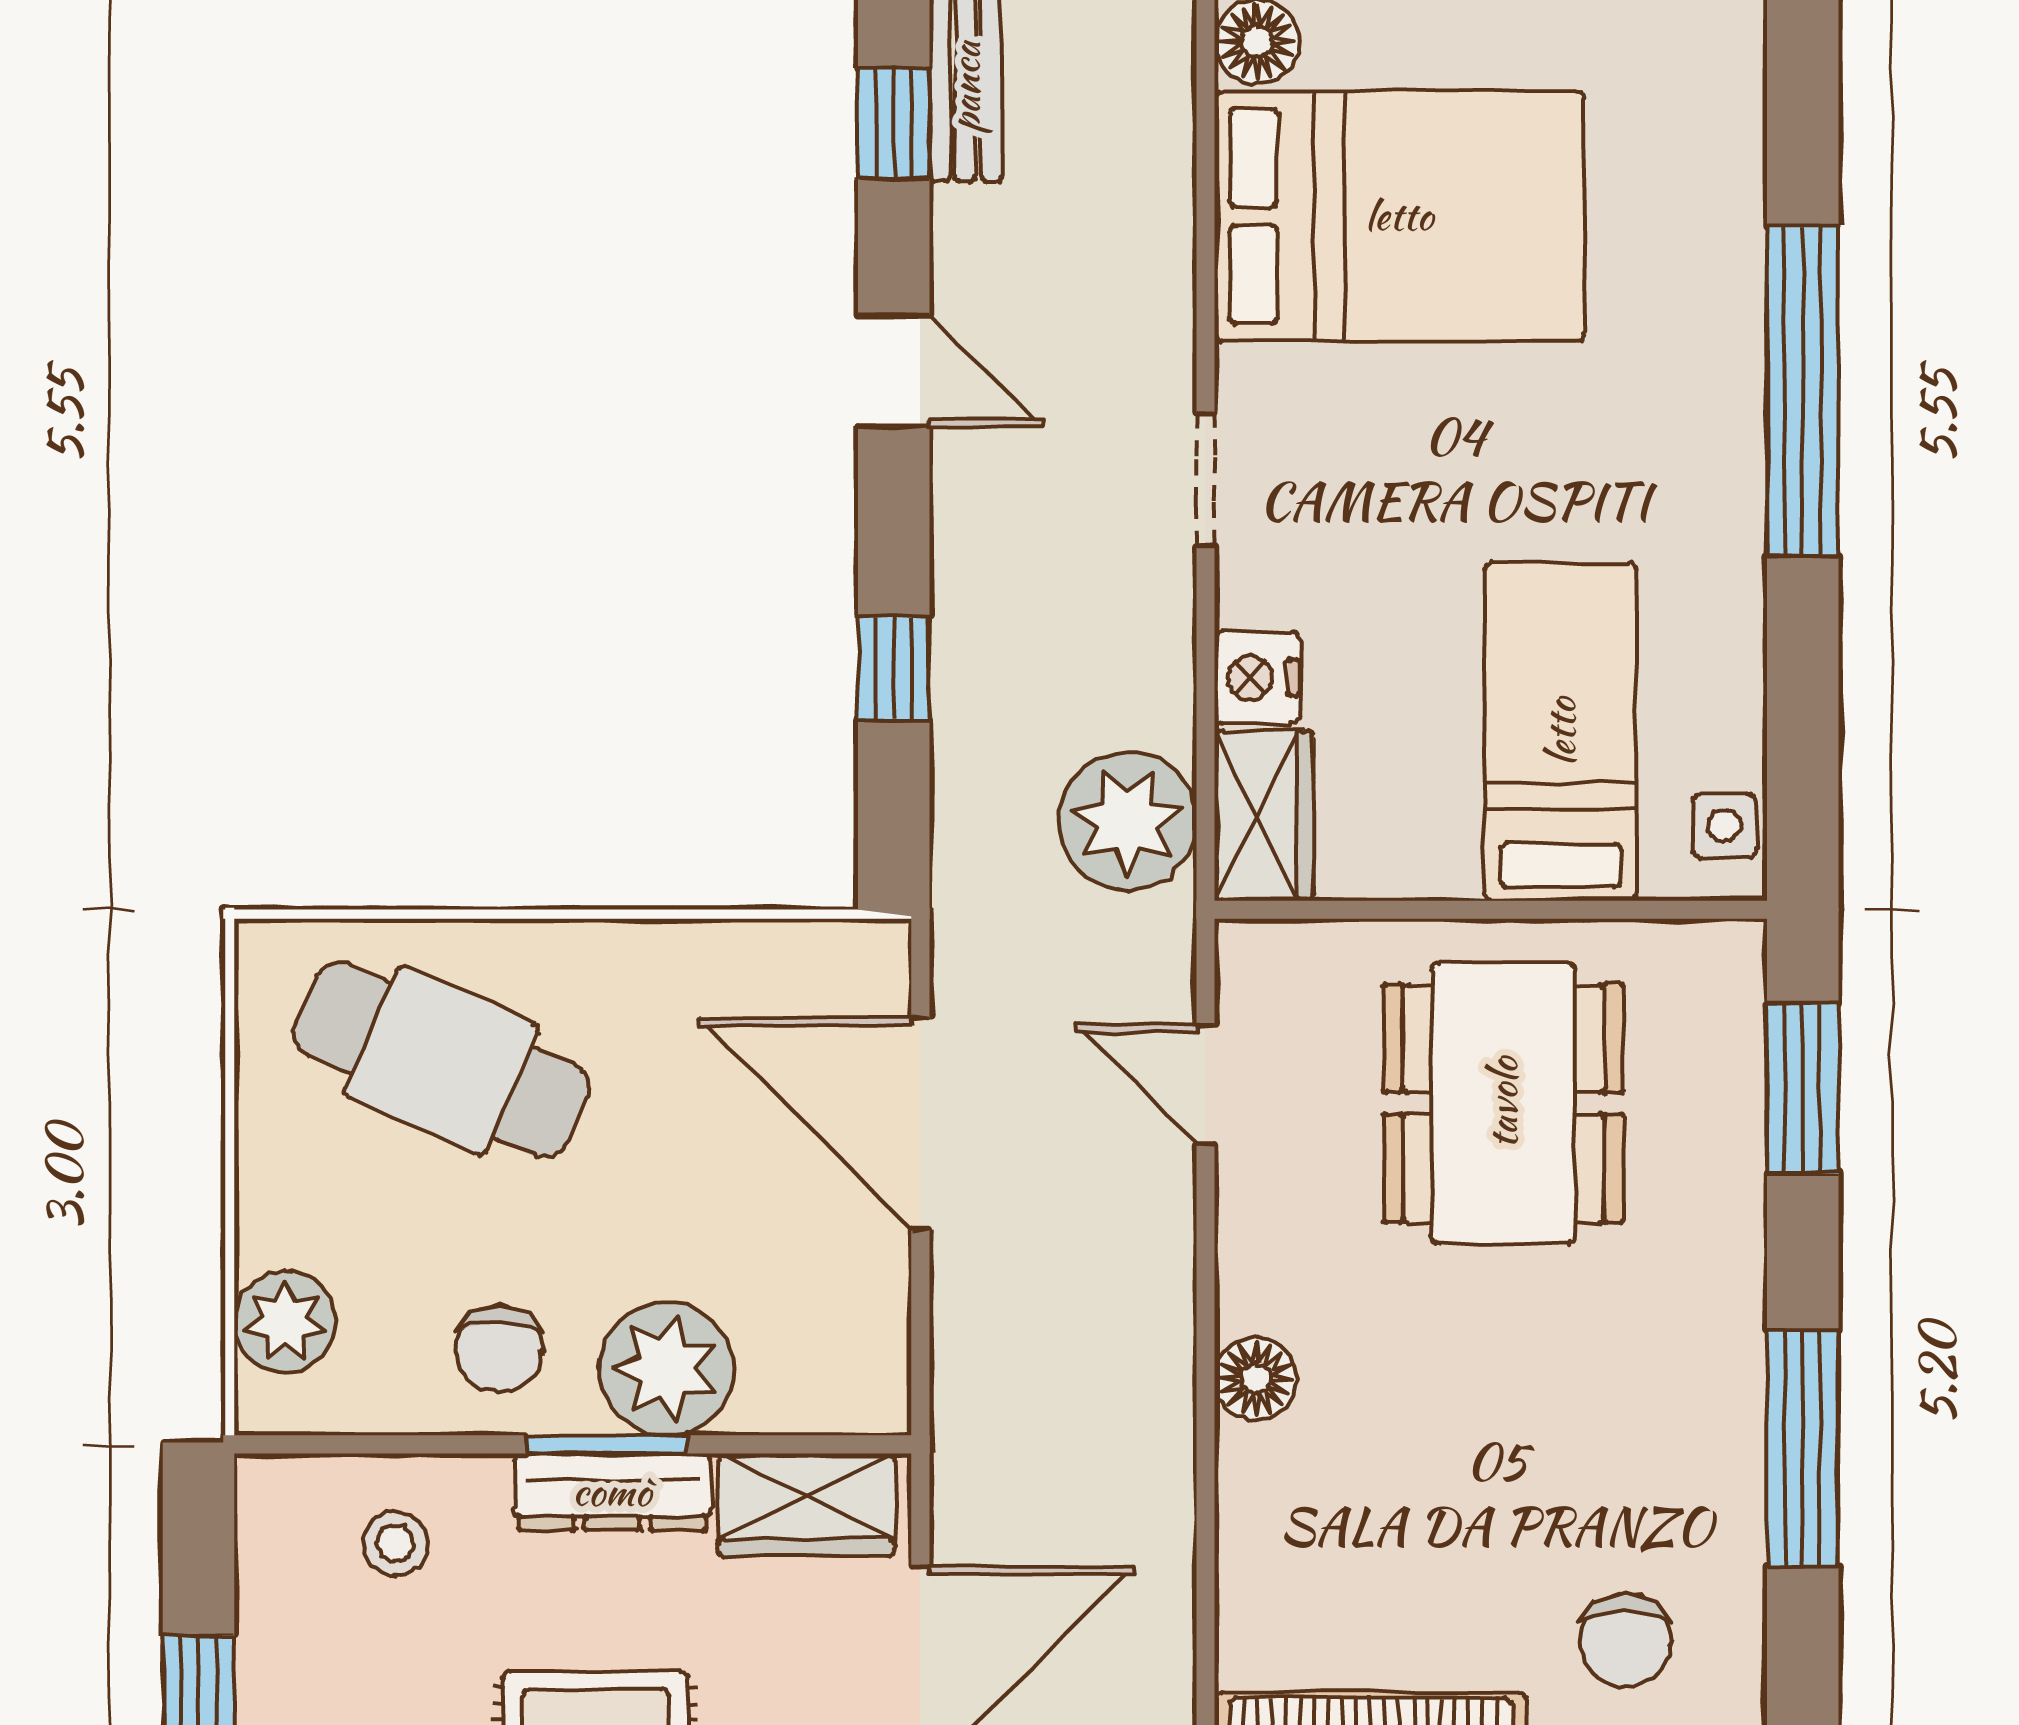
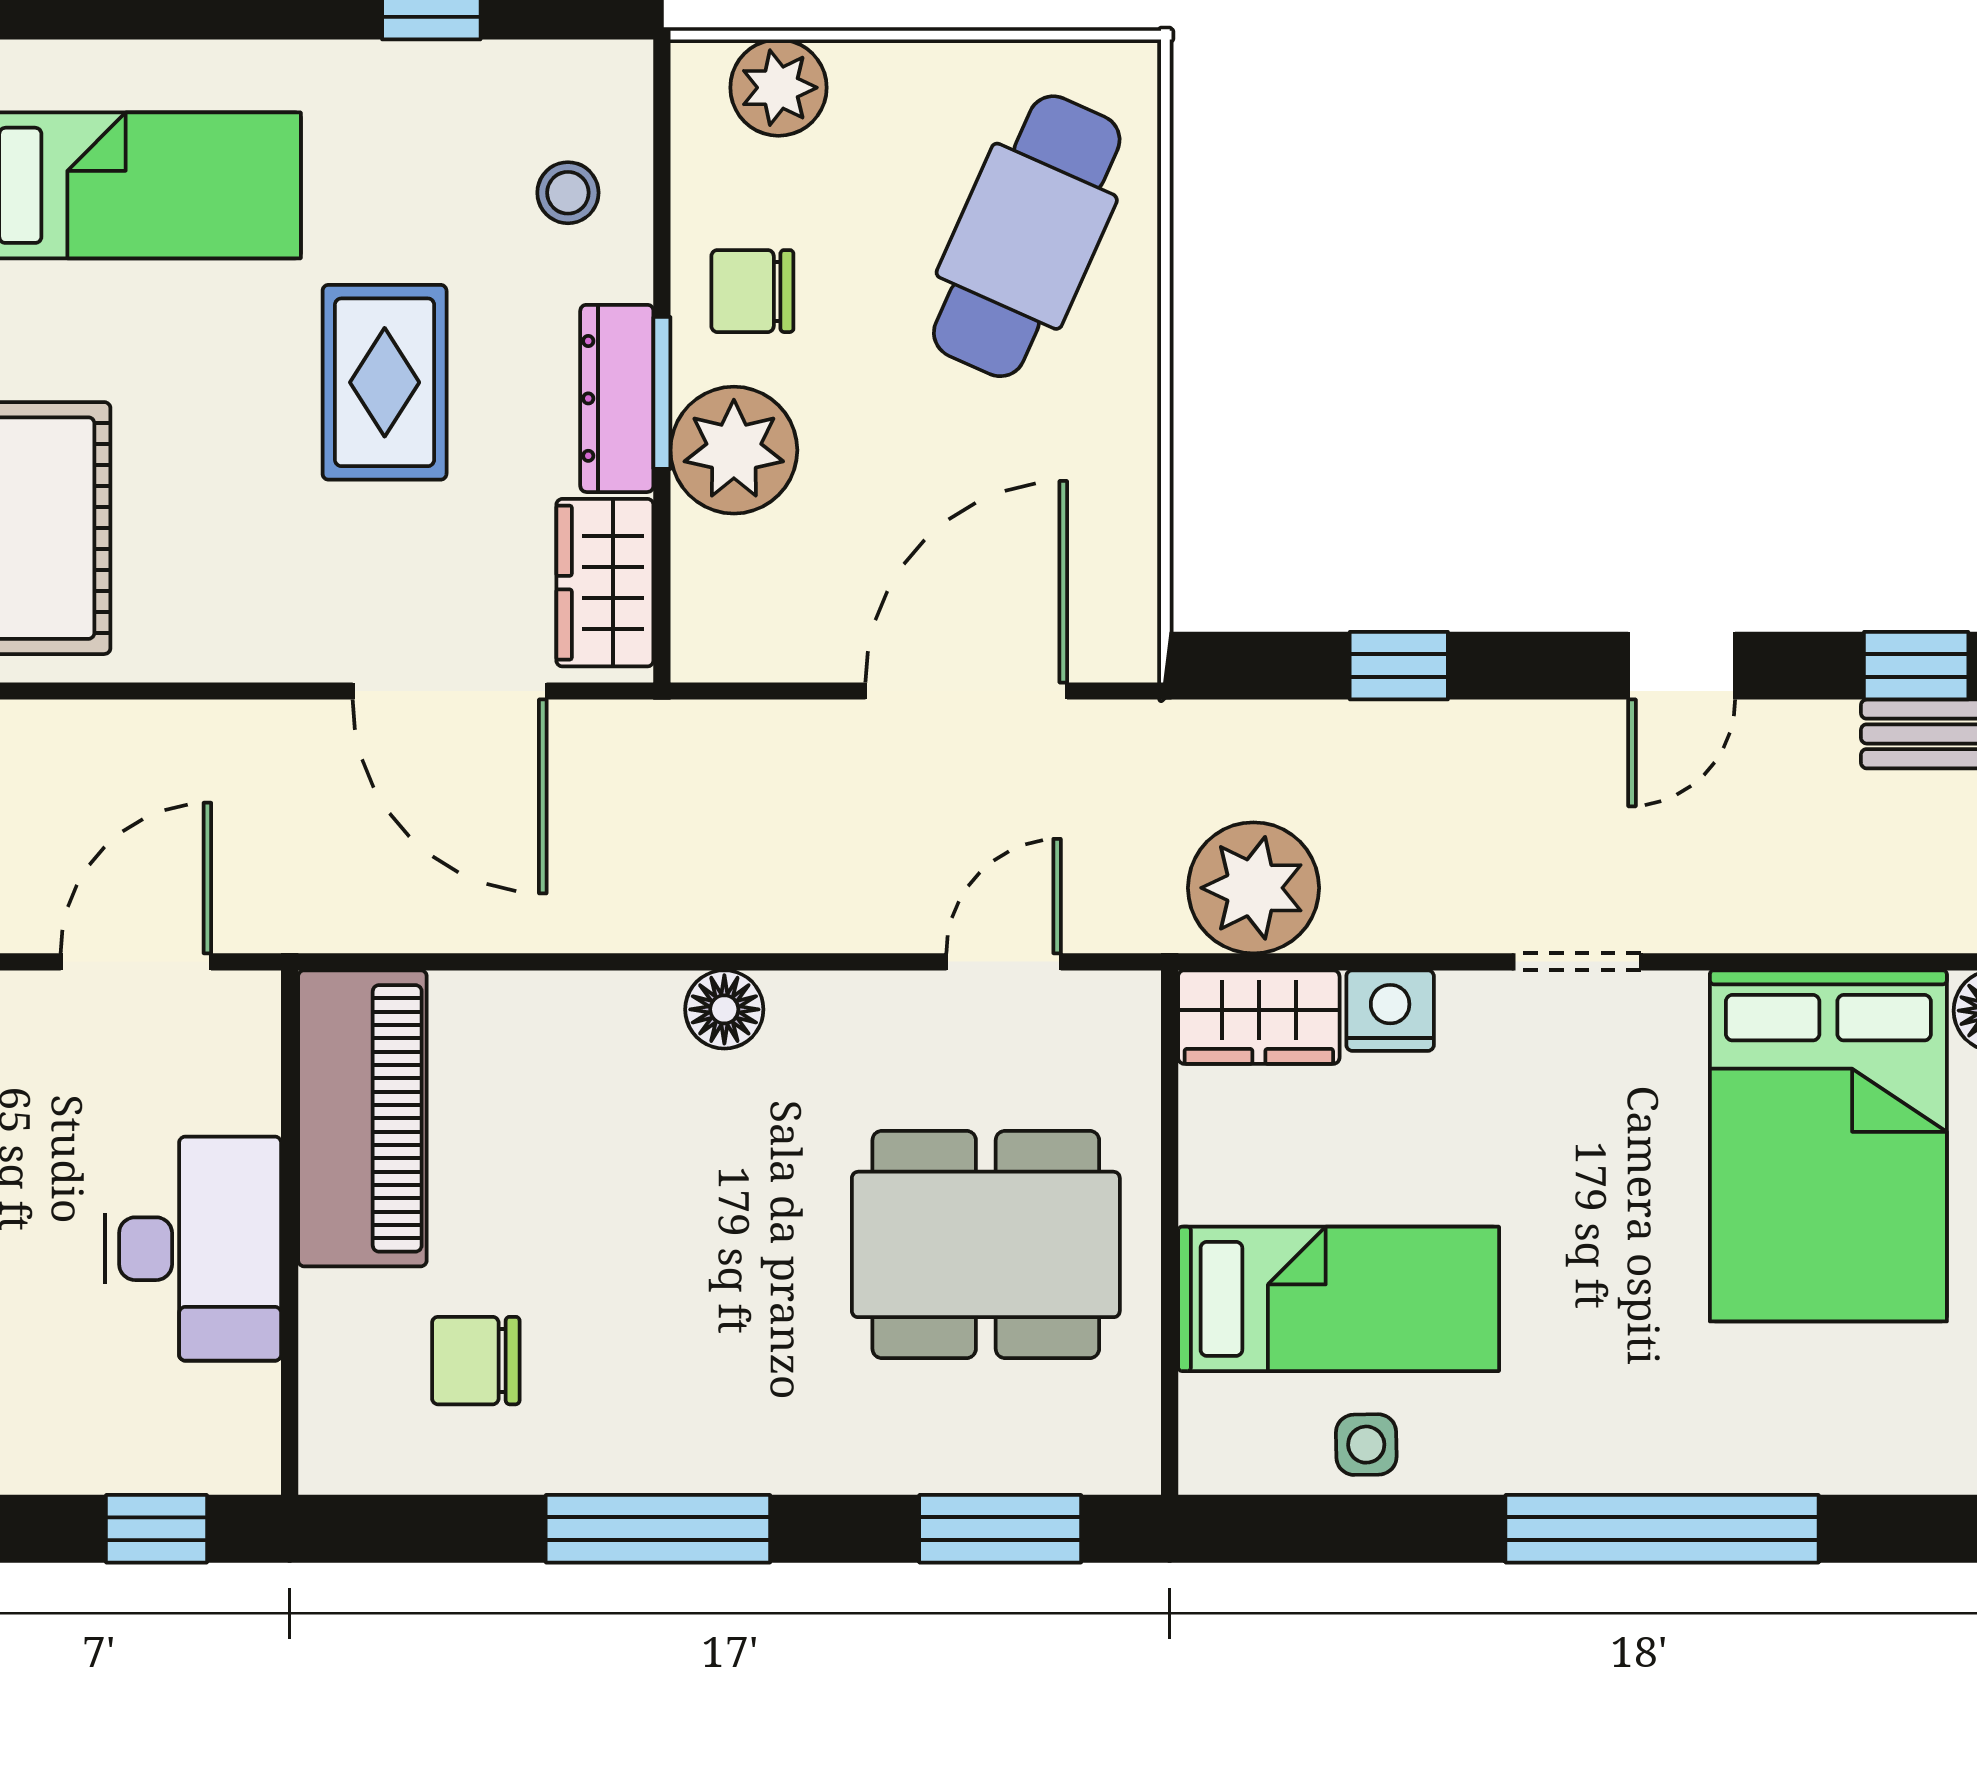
side table: (1724, 826) -> (1366, 1445), moved

